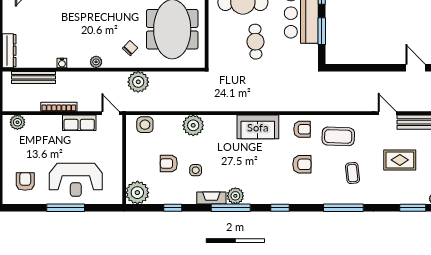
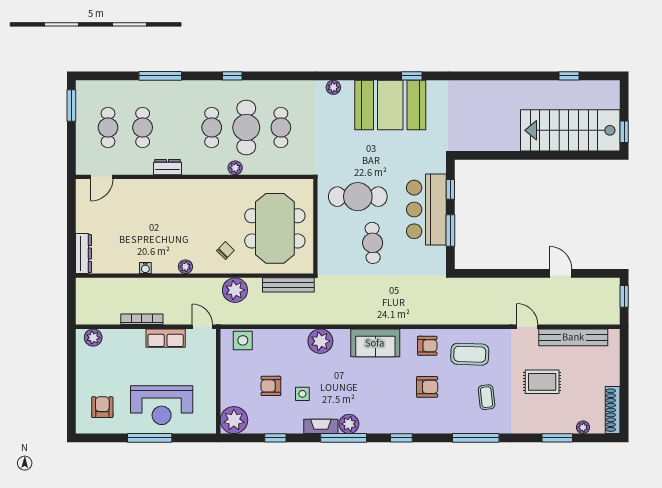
bench: (34, 77) -> (288, 285), moved
plant: (193, 125) -> (320, 341), moved

